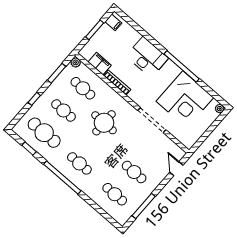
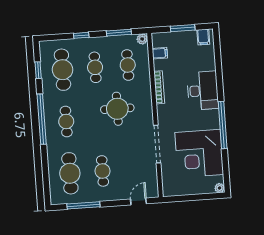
filing cabinet: (100, 64) -> (160, 53), width x0.50
cafe table: (115, 194) -> (70, 173), width x1.37, depth x1.35

